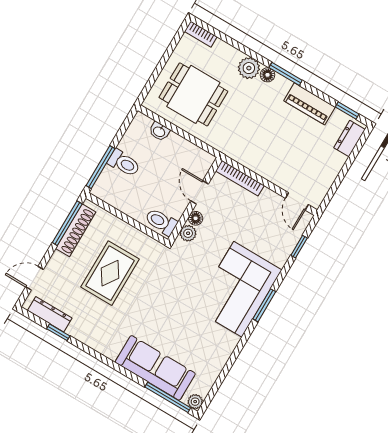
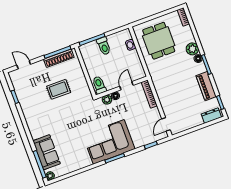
rug: (110, 273) -> (59, 89), width x0.73, depth x0.70
dresser: (50, 314) -> (17, 86), removed
sofa: (155, 368) -> (47, 152), width x0.73

